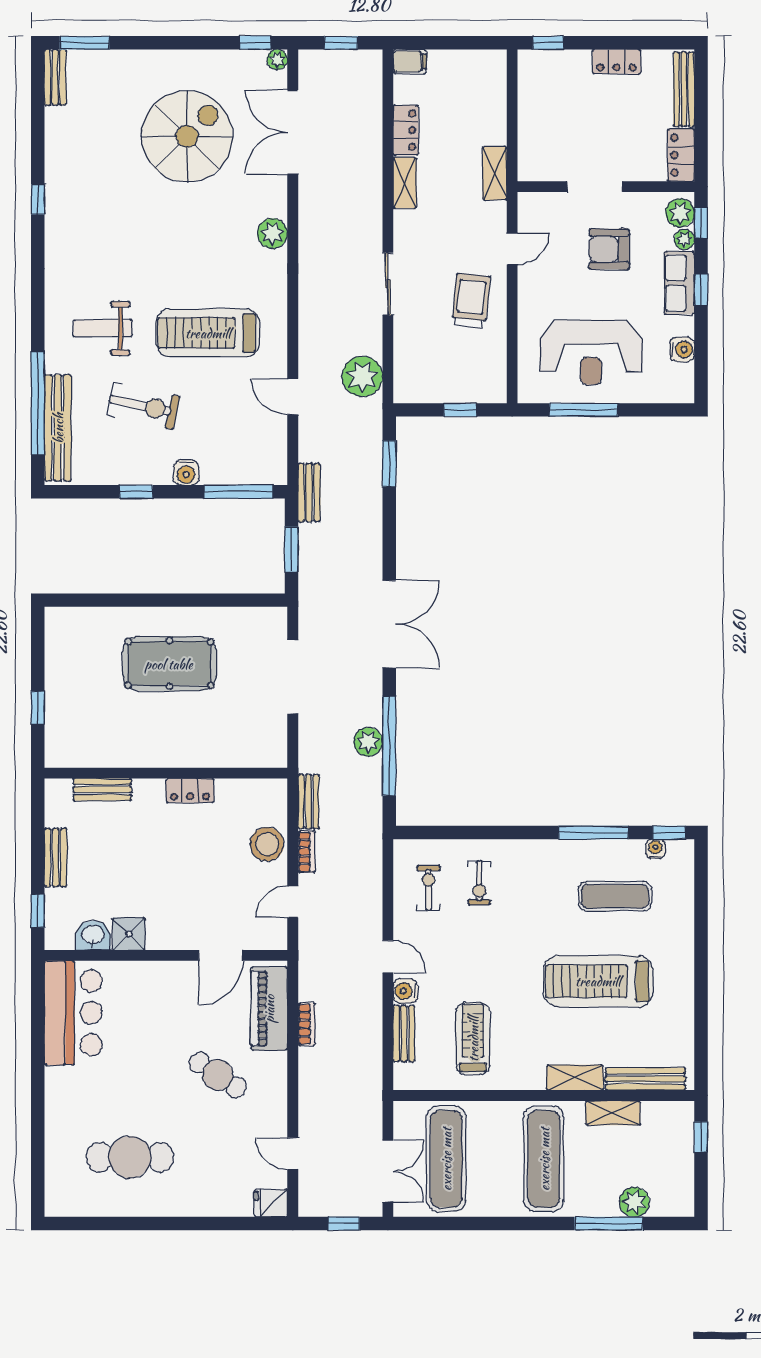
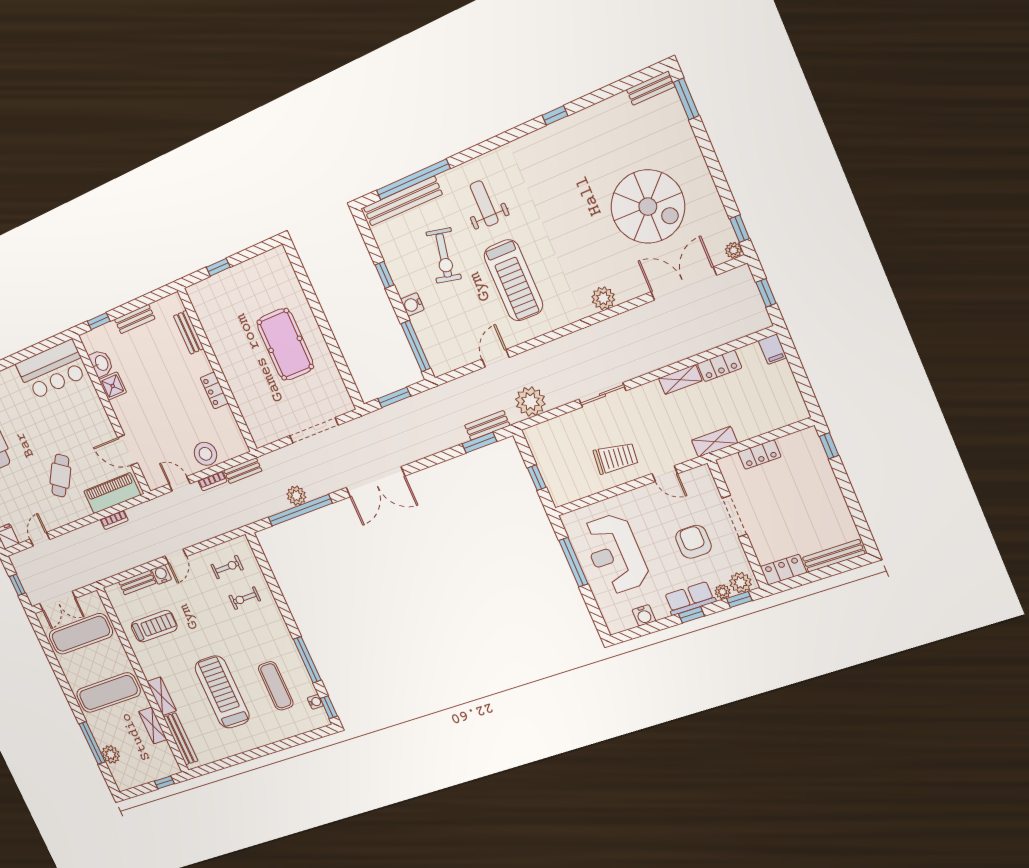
locker: (616, 61) -> (759, 455), moved, turned -90
treadmill: (208, 333) -> (513, 280), turned 180
bench: (309, 493) -> (487, 425), moved

